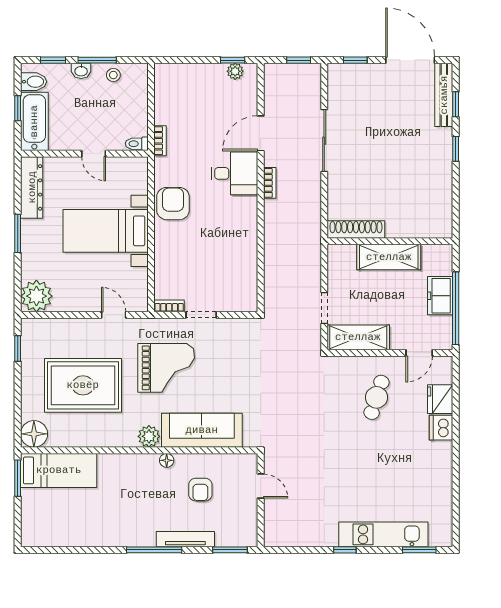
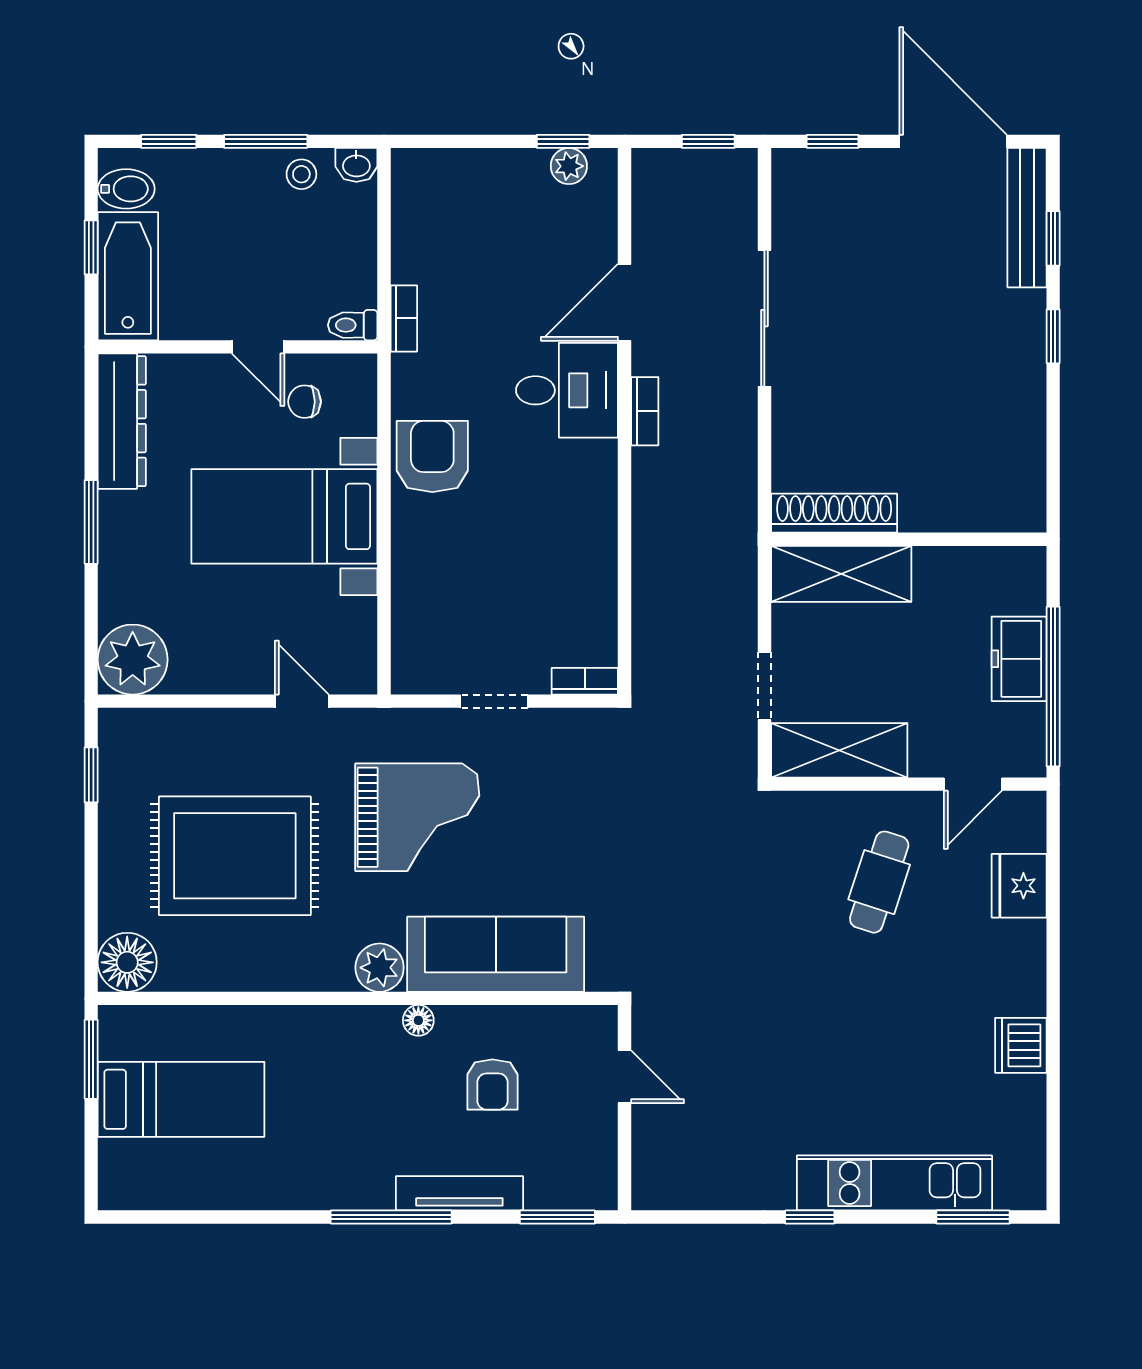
washbasin: (81, 71) -> (356, 165), moved
chair: (115, 179) -> (305, 402), added
shelving: (389, 257) -> (841, 574), moved
bookcase: (169, 306) -> (585, 681), moved
dishwasher: (441, 428) -> (1021, 1045), moved
bed: (59, 470) -> (181, 1099), moved

